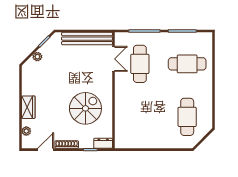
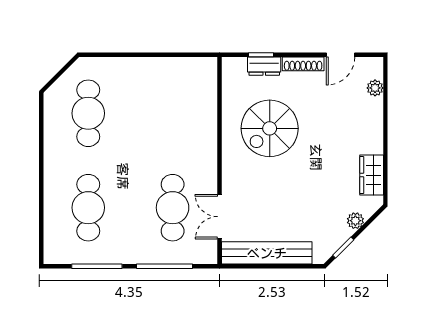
cafe table: (187, 64) -> (88, 208), turned 90
wardrobe: (28, 107) -> (372, 175), moved
dresser: (103, 143) -> (264, 66), moved

